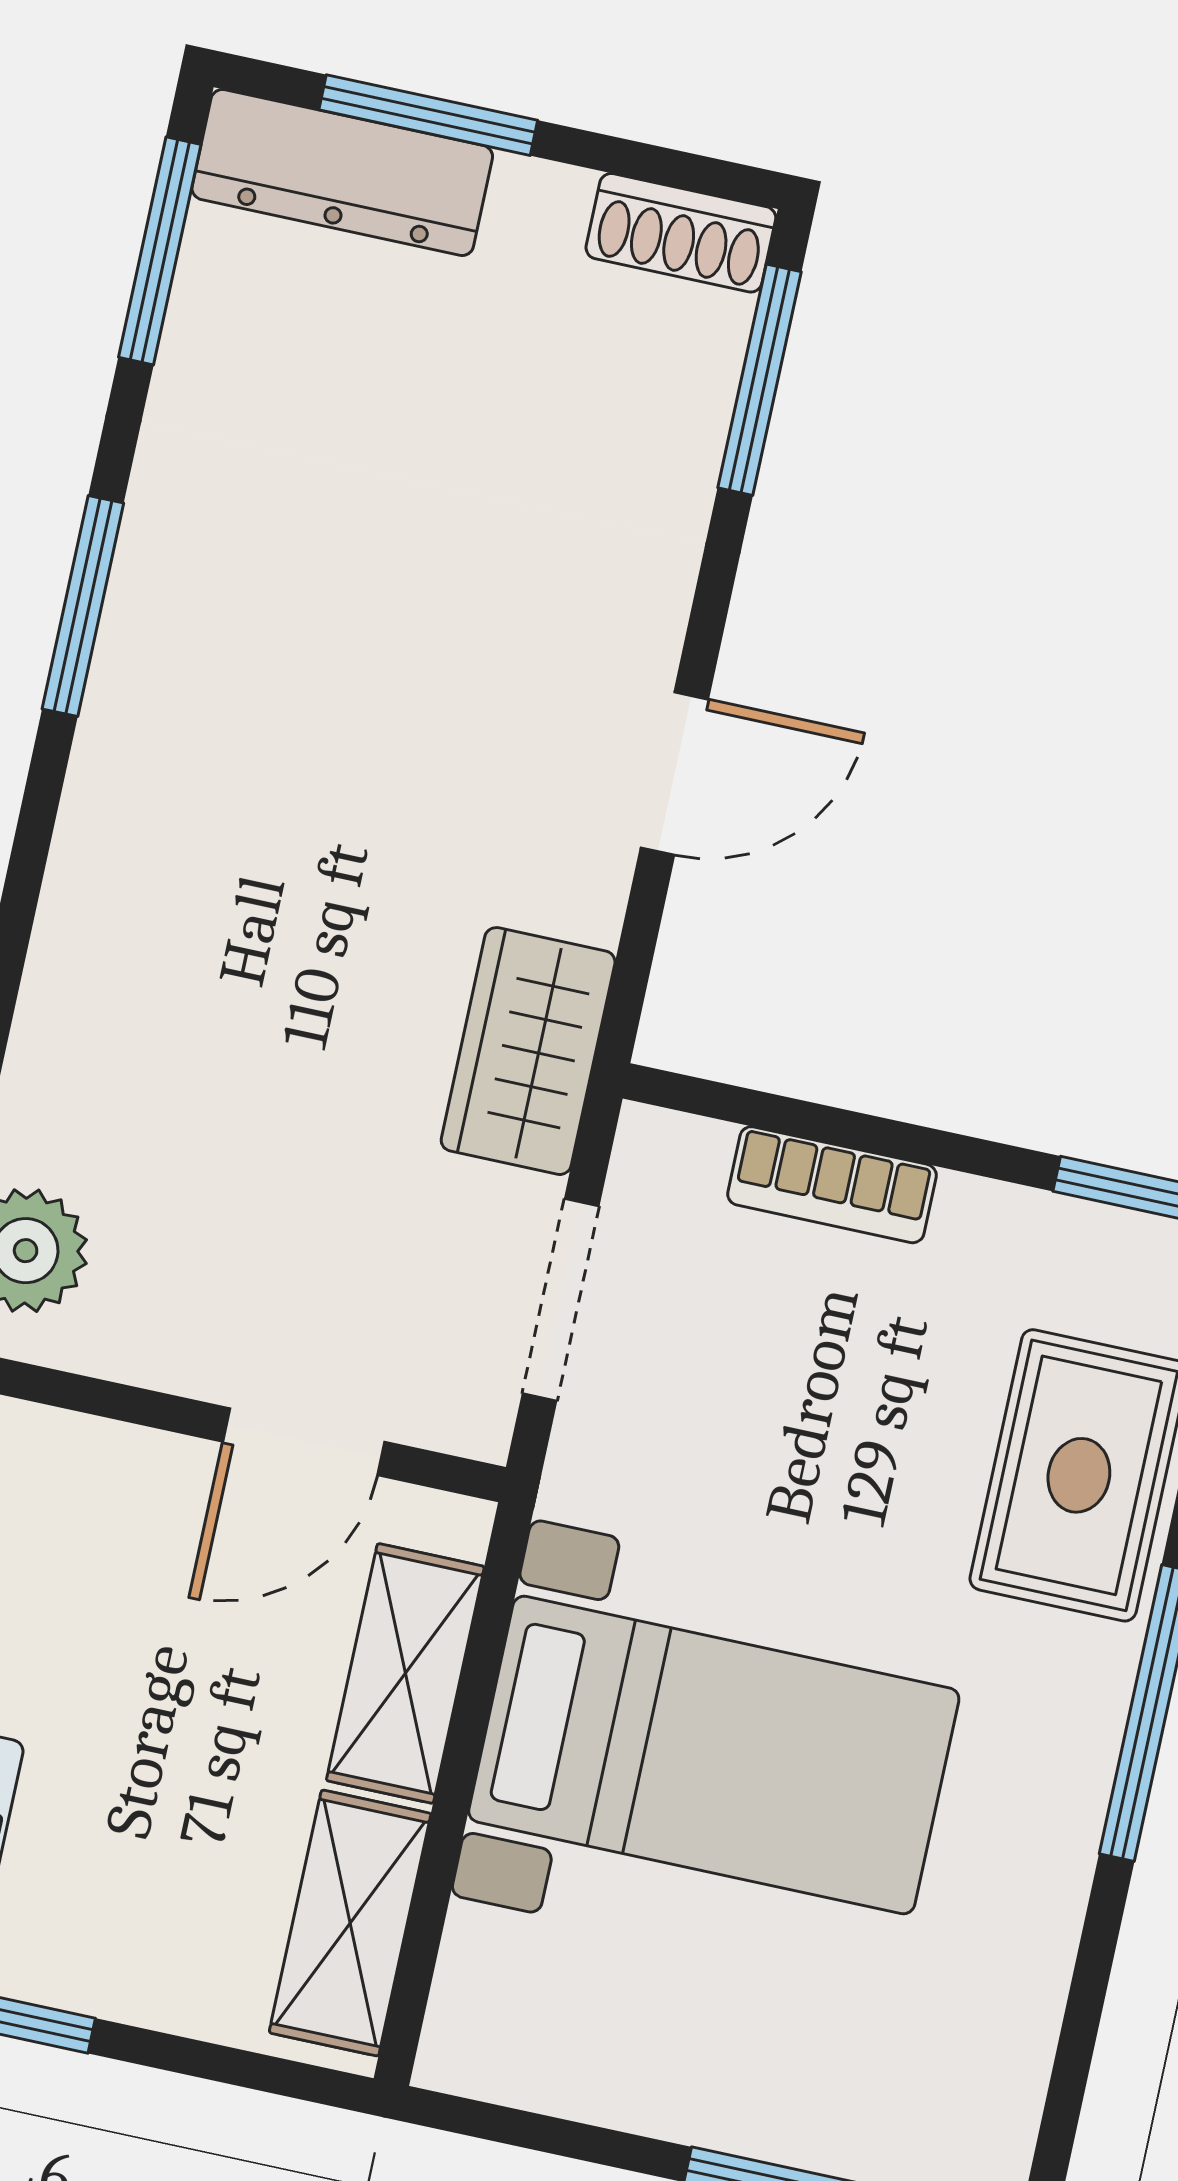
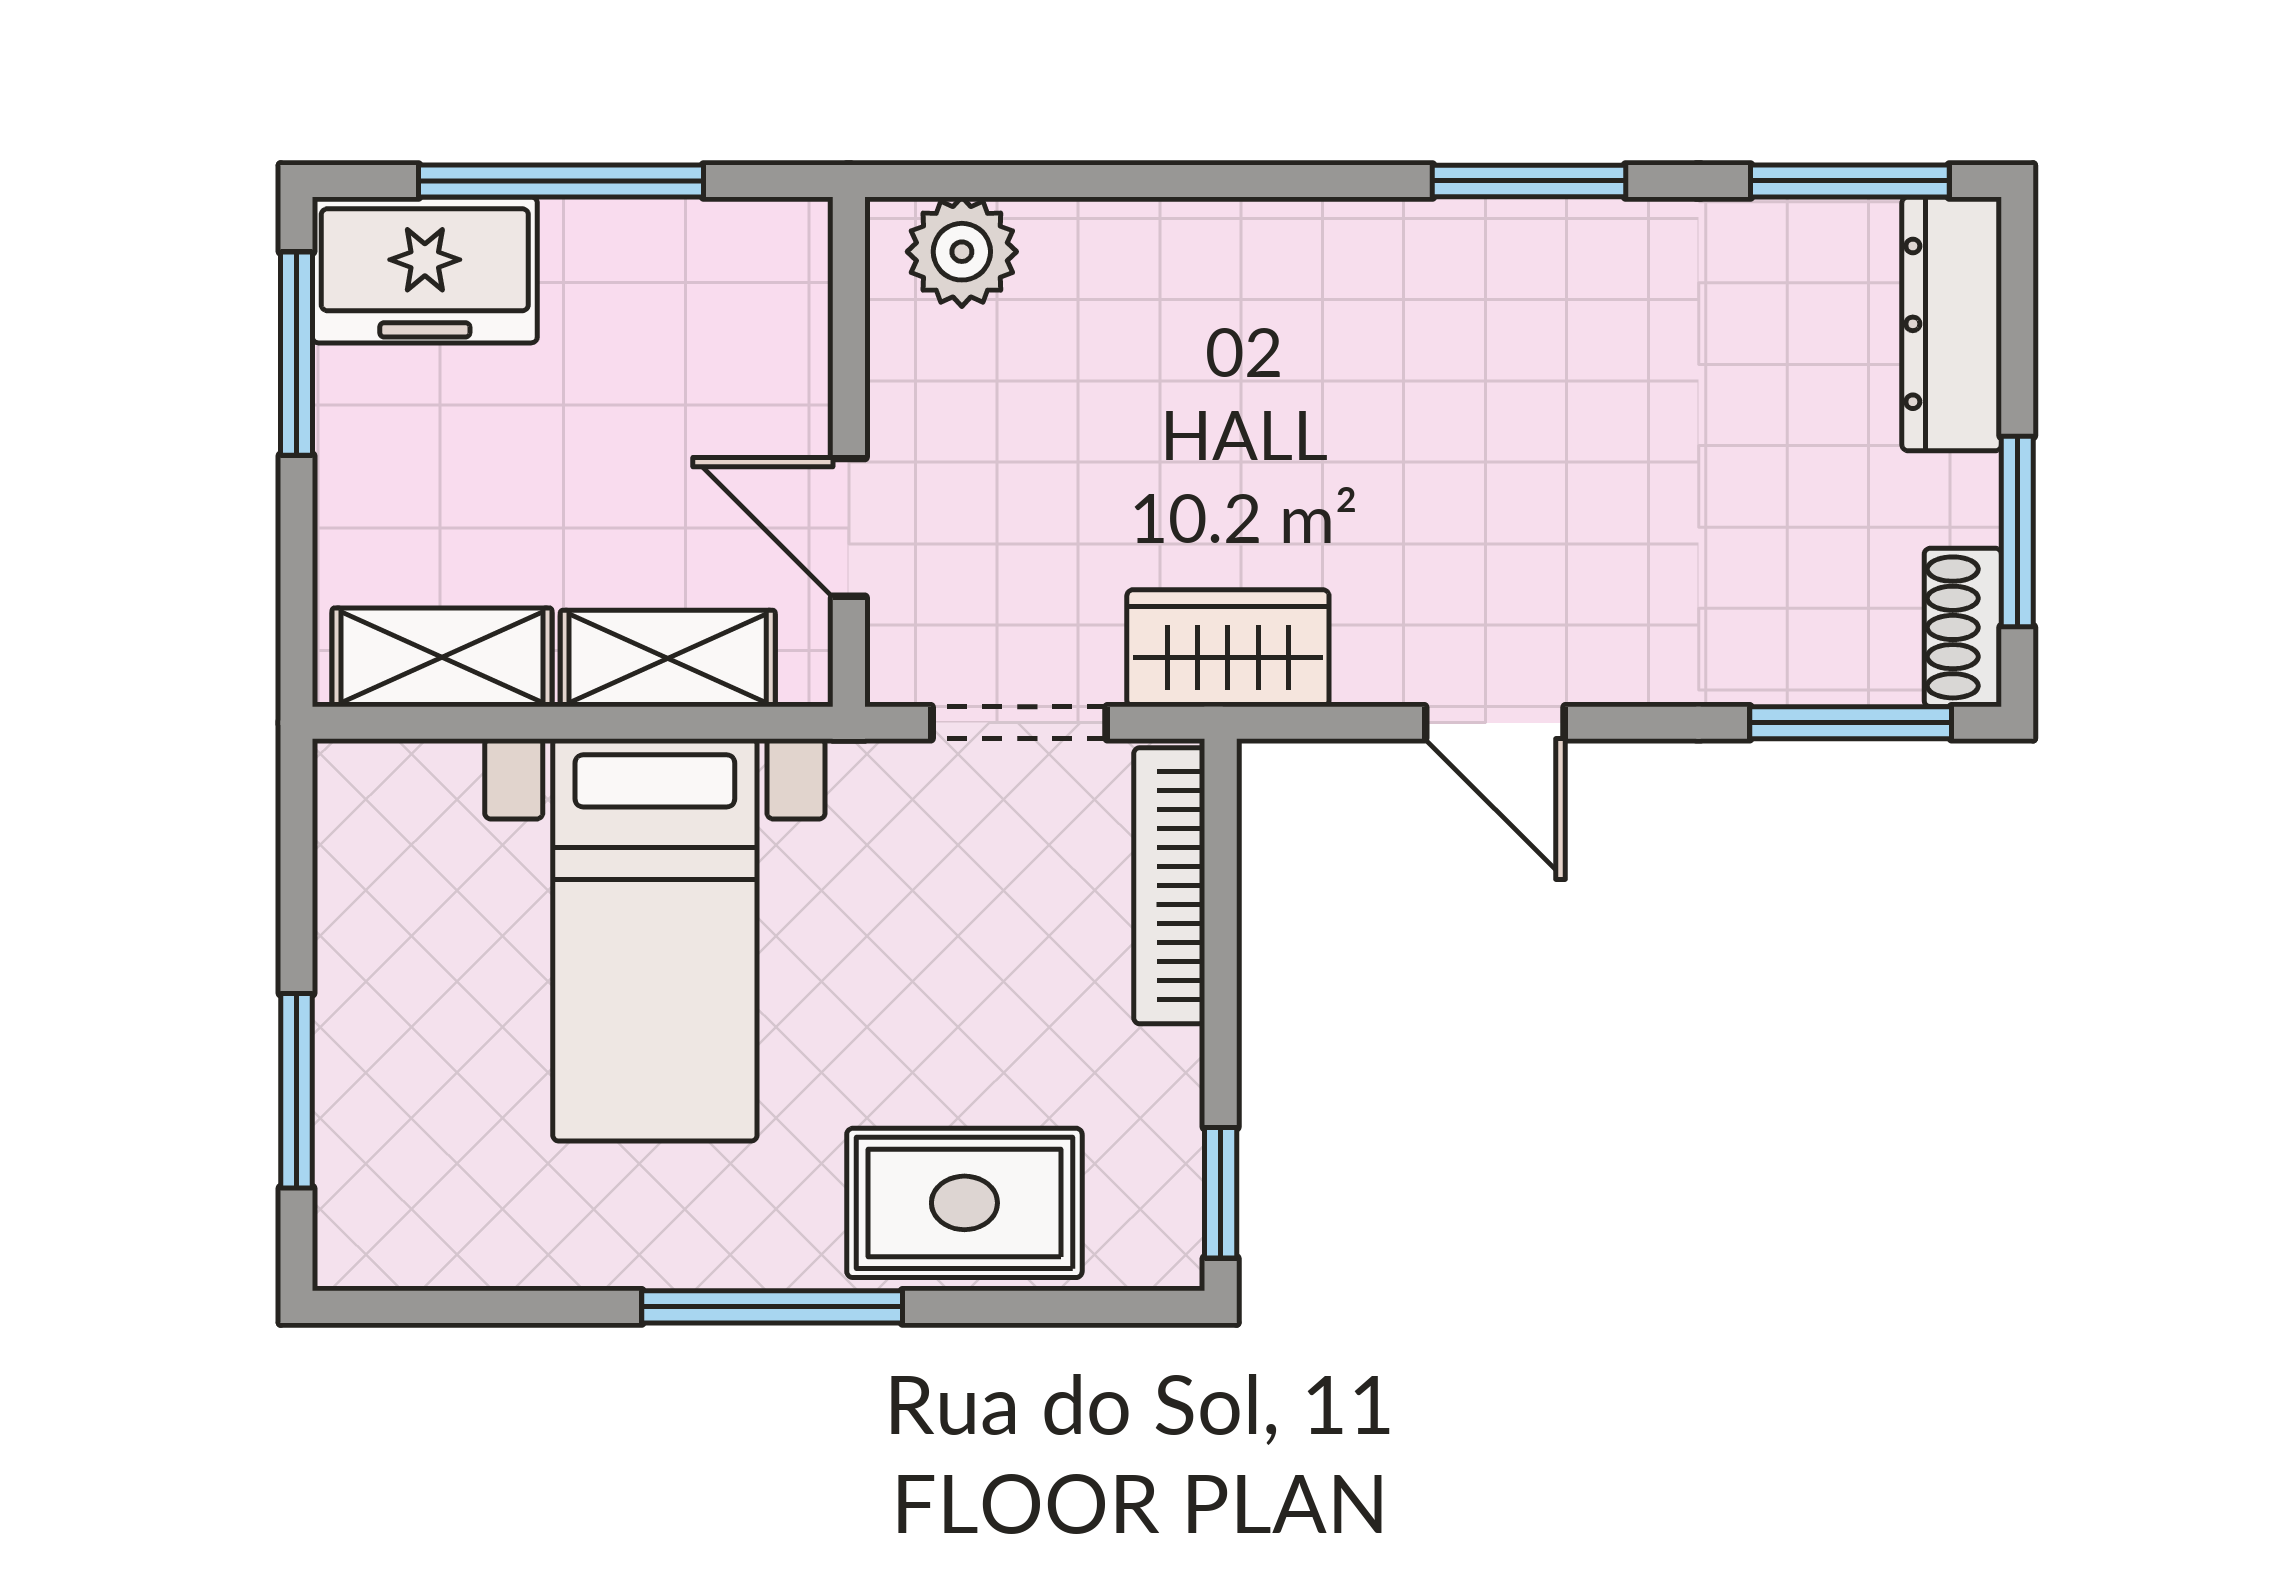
window: (428, 115) -> (2017, 531), moved
bookcase: (832, 1185) -> (1169, 886), width x1.56

